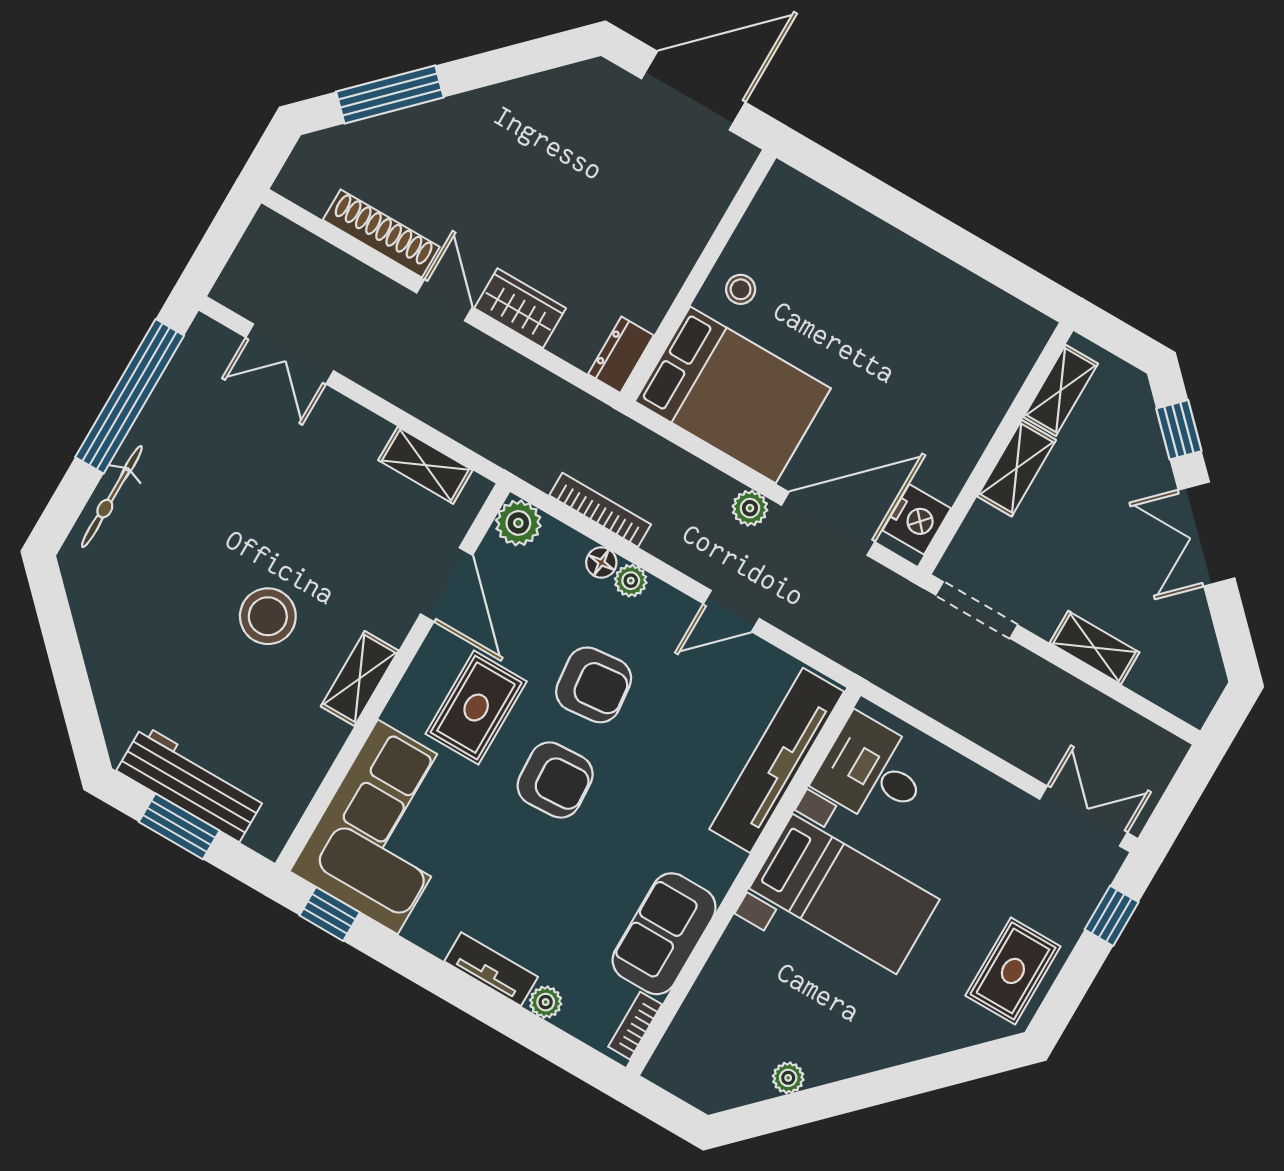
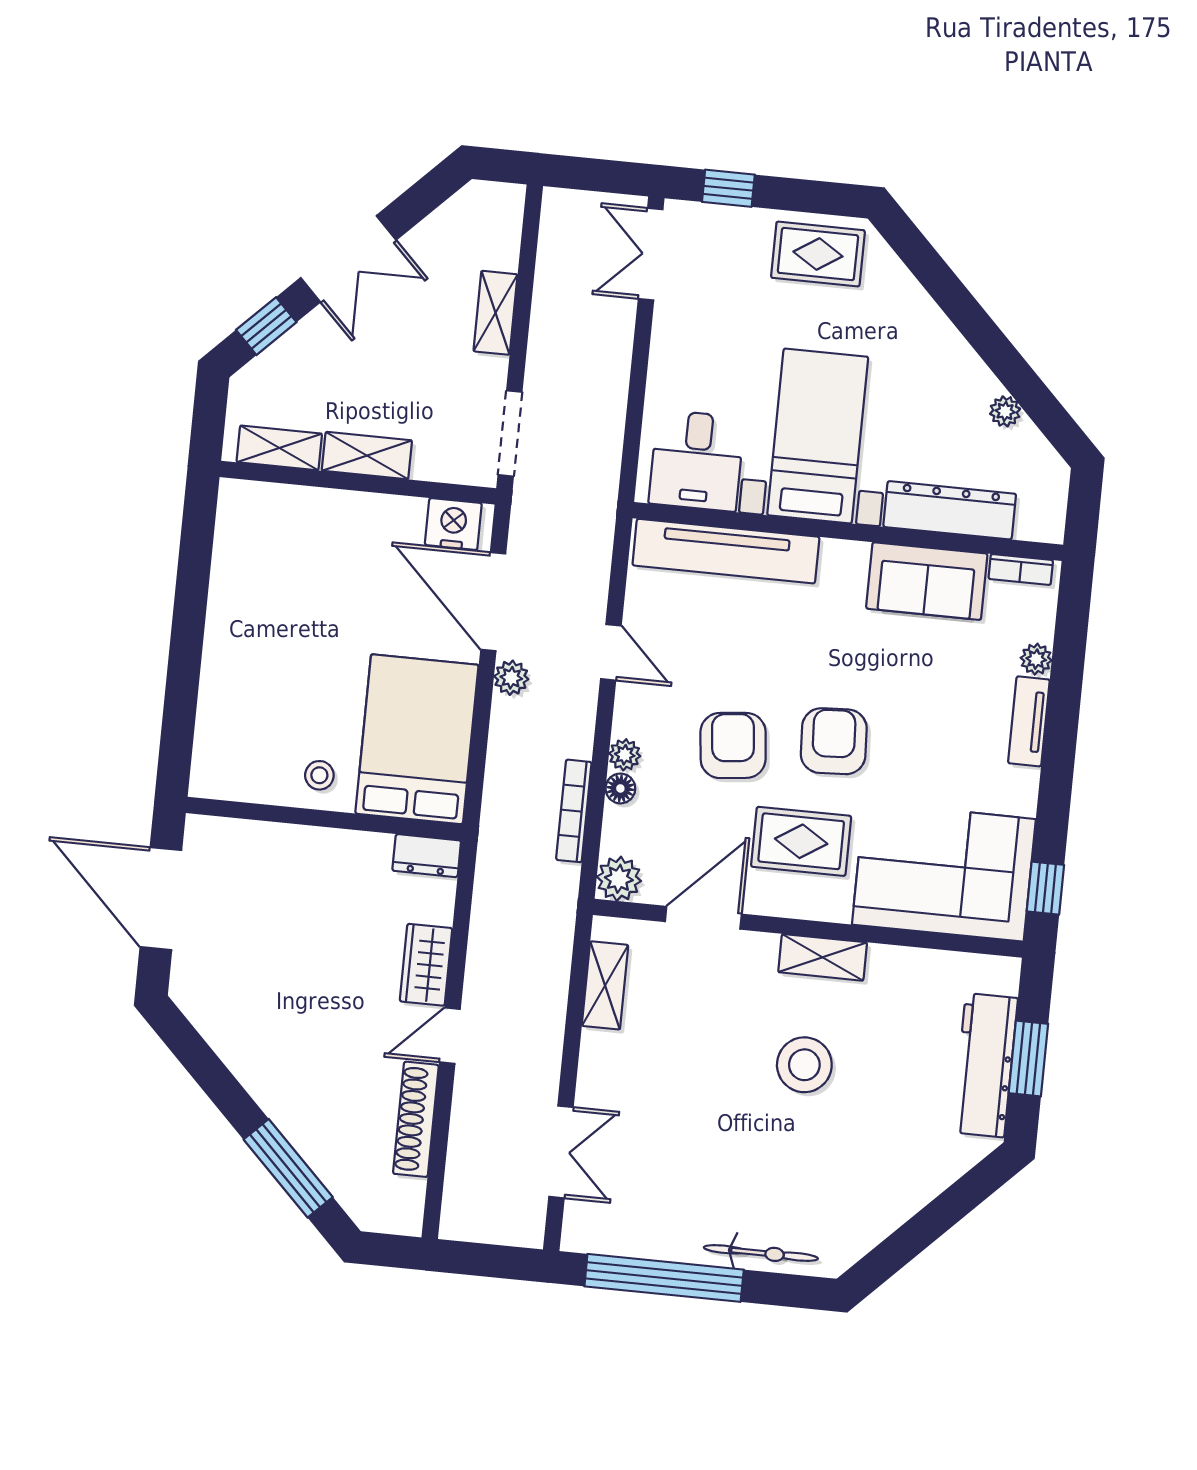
dresser: (720, 985) -> (950, 510), added

